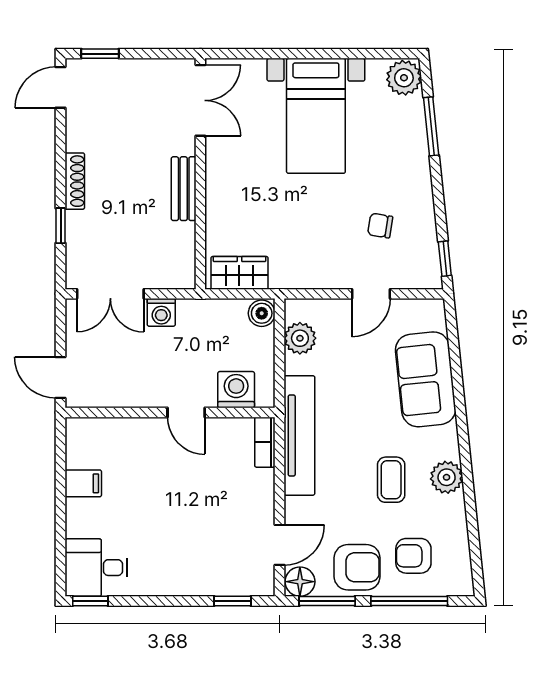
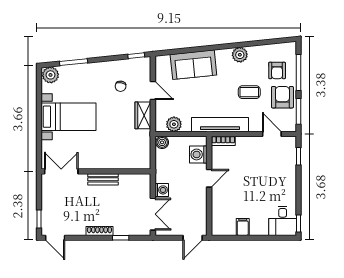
wardrobe: (239, 273) -> (143, 115), moved
coffee table: (391, 480) -> (249, 92), moved
floor lamp: (300, 582) -> (289, 124), removed

